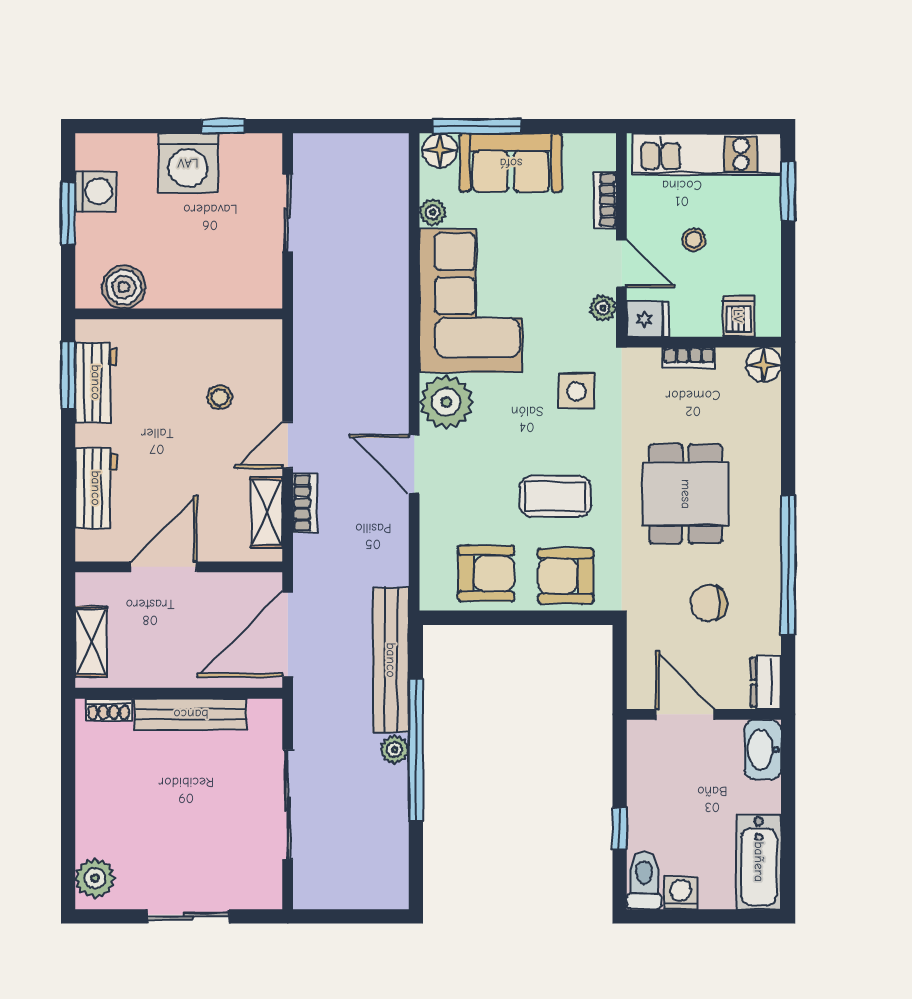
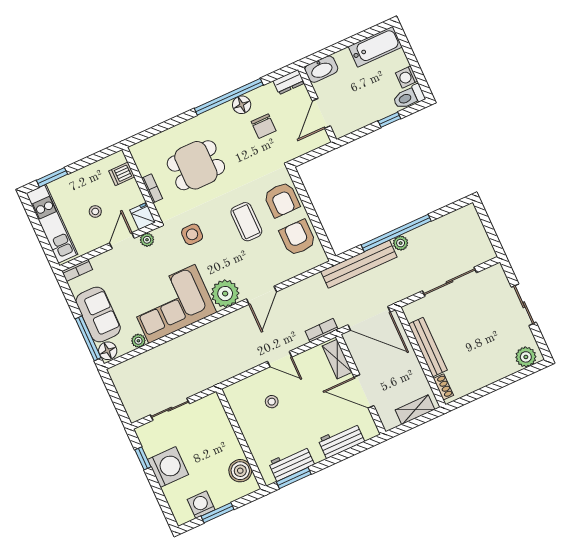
bookcase: (605, 200) -> (77, 270), moved
floor lamp: (764, 365) -> (242, 105), moved
dining table: (686, 494) -> (196, 165), moved
bookcase: (305, 503) -> (322, 330), moved
shelving: (267, 512) -> (337, 359), moved, turned 90

